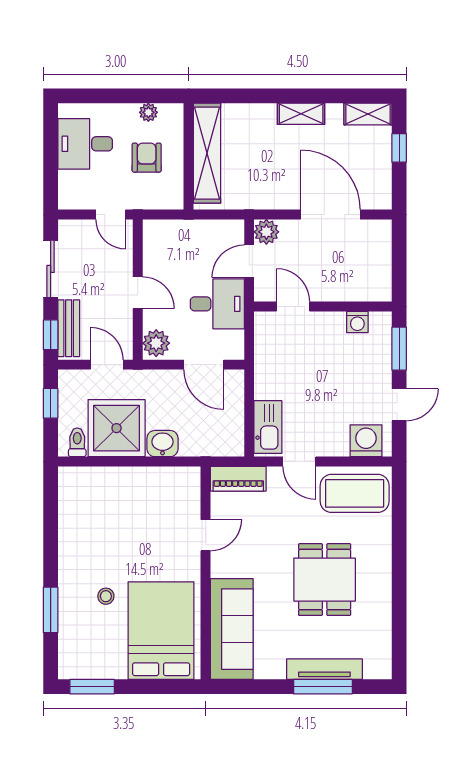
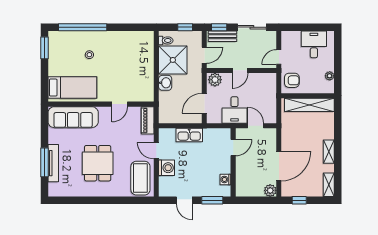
window: (399, 148) -> (299, 200), moved
armchair: (147, 158) -> (292, 80), moved
plant: (266, 232) -> (270, 190), moved
kitchen sink: (268, 427) -> (189, 135), moved
washing machine: (366, 441) -> (167, 168), moved
door: (299, 461) -> (156, 151), hinge flipped
door: (206, 535) -> (120, 104), hinge flipped
dining table: (325, 580) -> (98, 163), turned 90
window: (51, 610) -> (83, 27), width x2.11
bed: (161, 631) -> (72, 88), width x0.67

